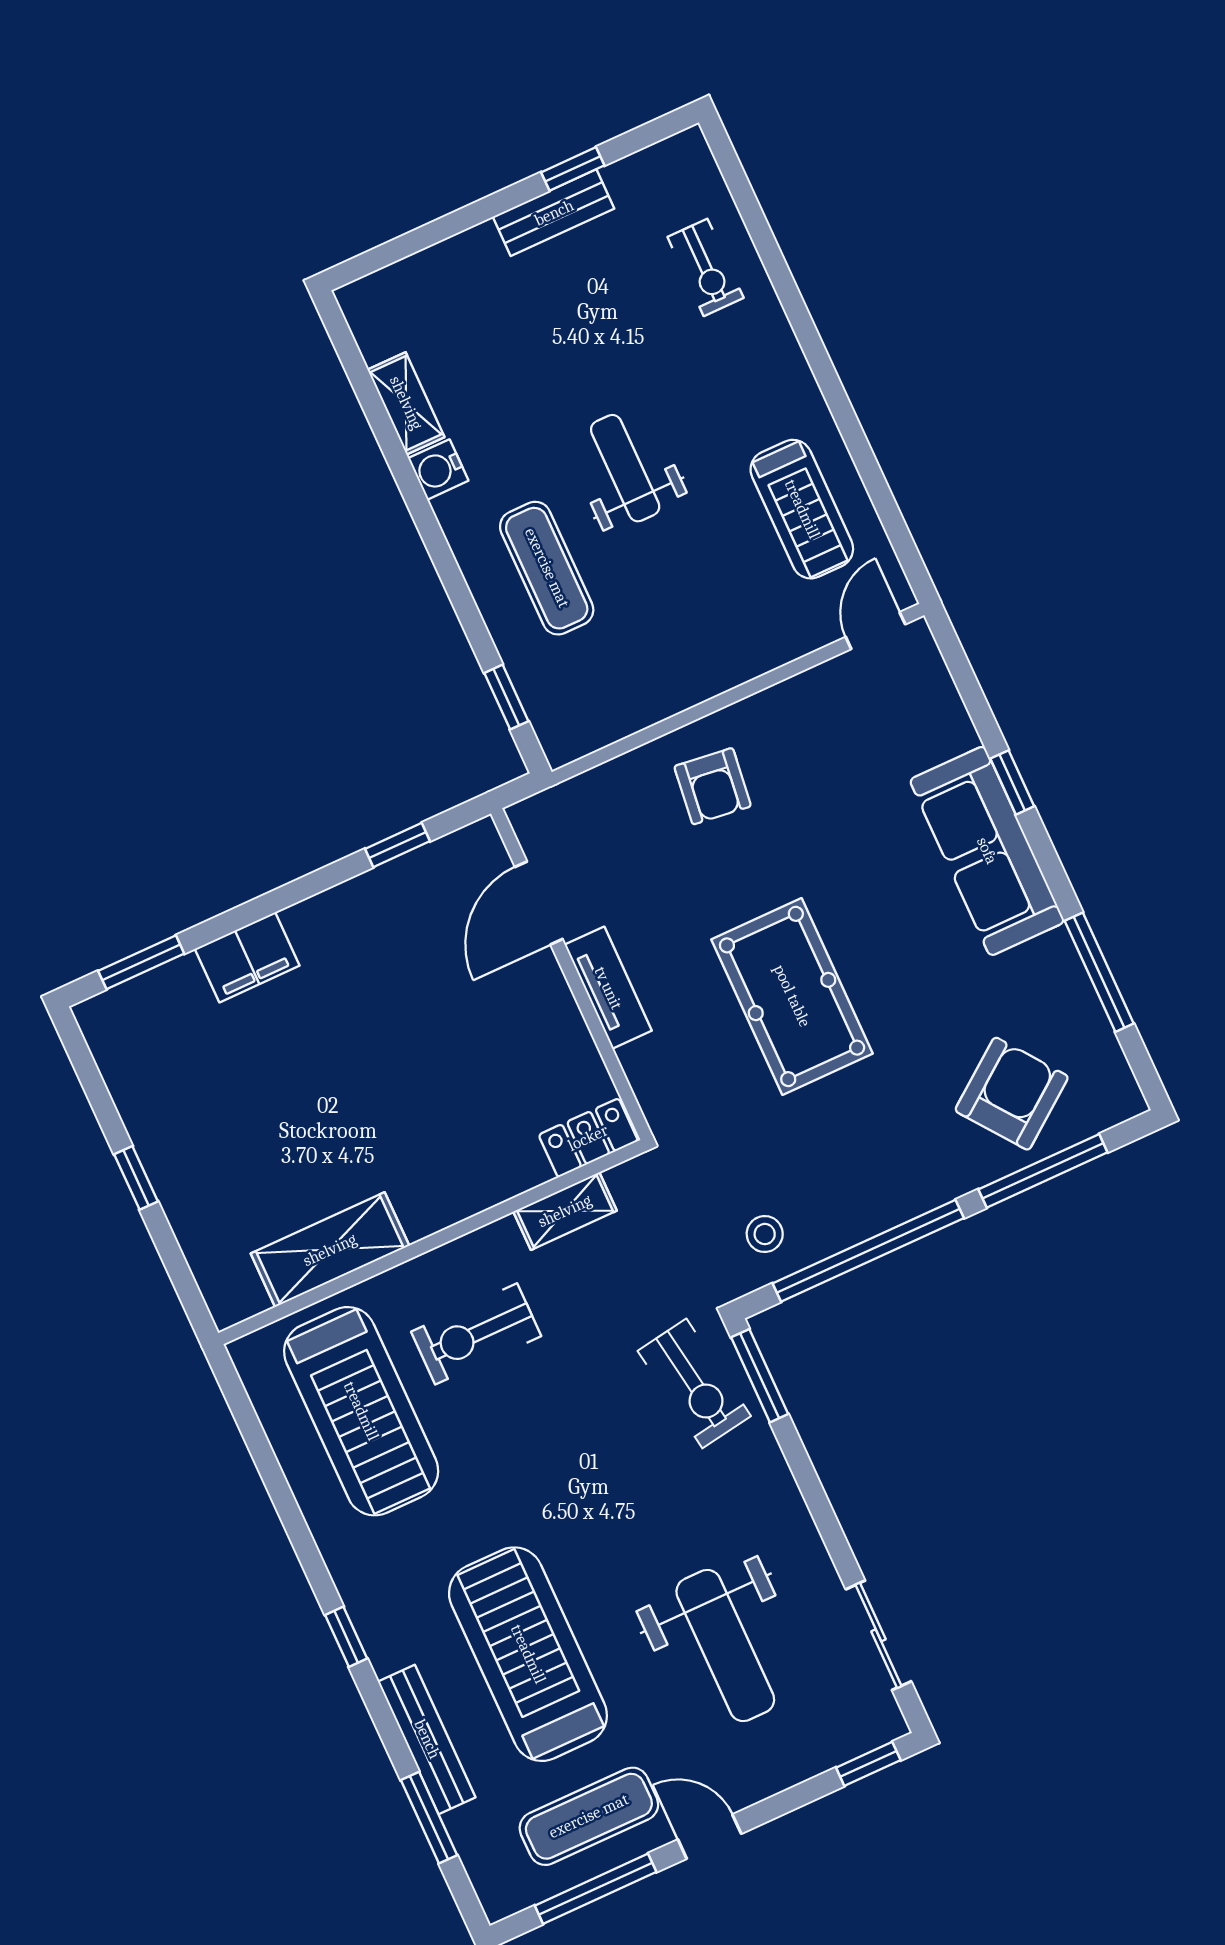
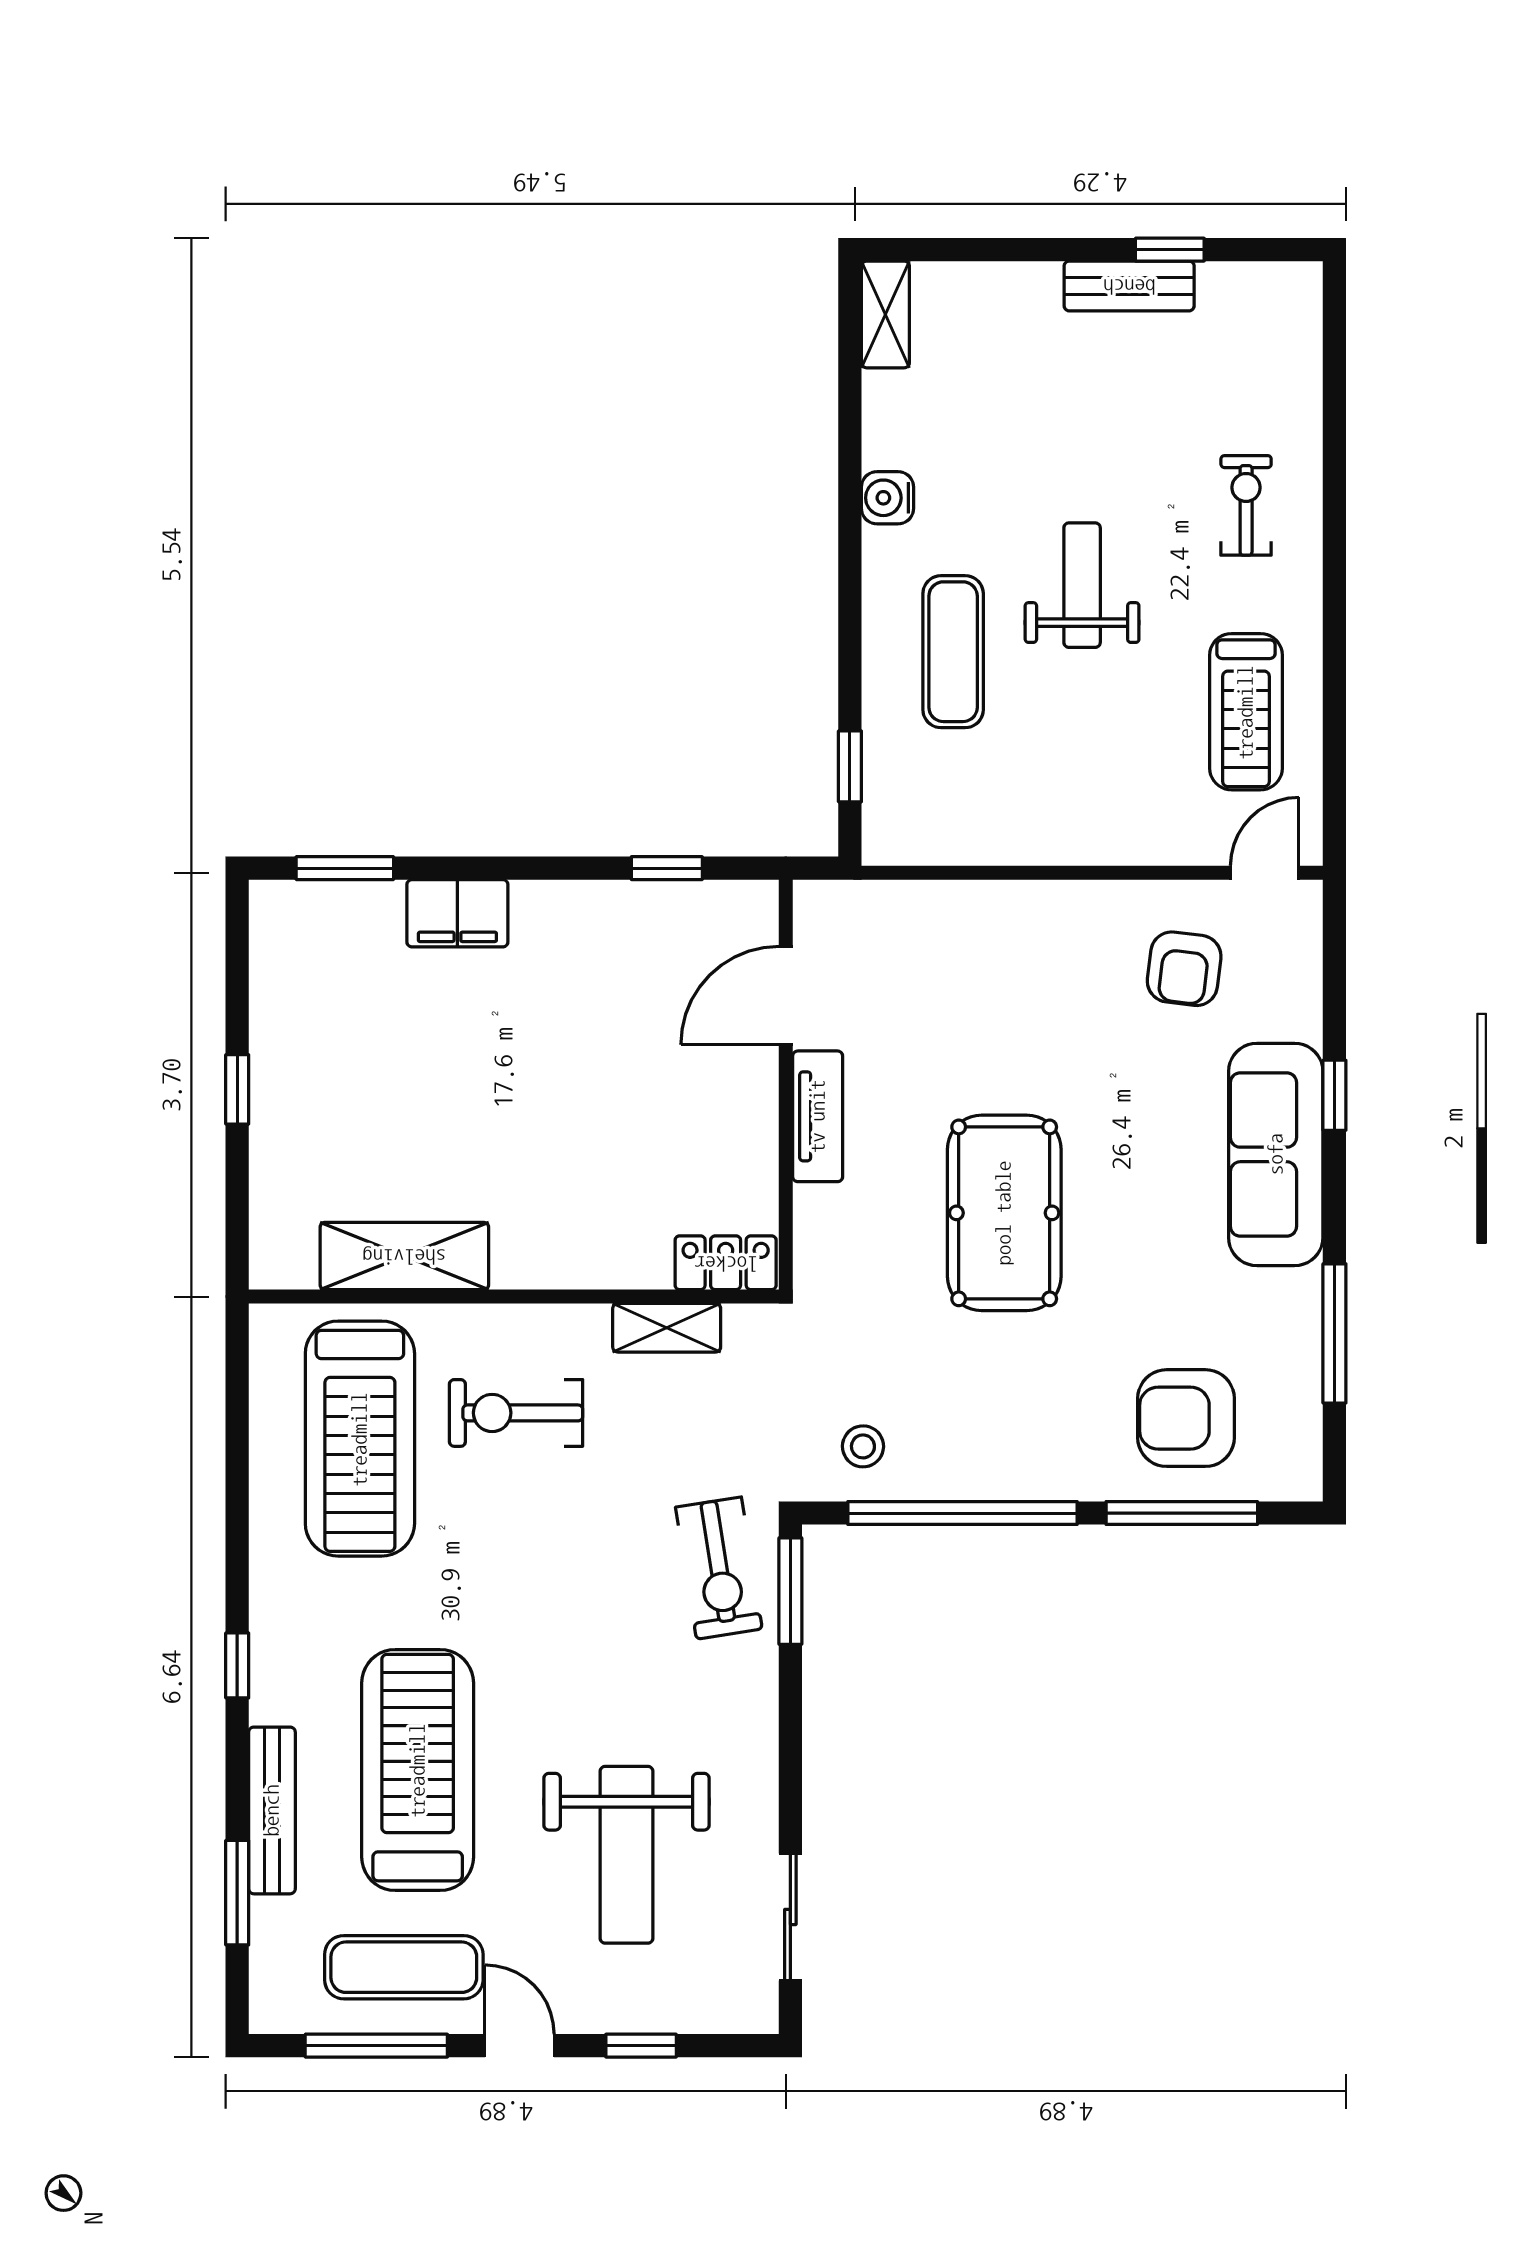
exercise bike: (706, 267) -> (1246, 505), moved, turned 180
shelving: (406, 403) -> (885, 314), moved
armchair: (713, 786) -> (1184, 969), moved
armchair: (1012, 1094) -> (1186, 1418), turned -143
window: (868, 1764) -> (641, 2046), moved

